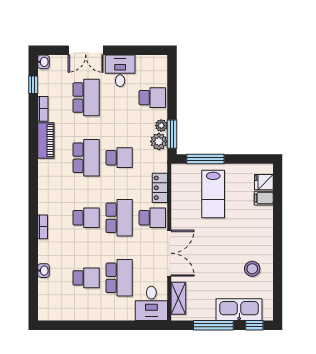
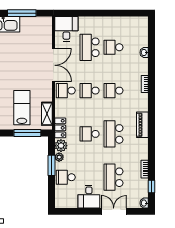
window: (172, 134) -> (52, 165), moved
piano: (46, 141) -> (142, 125), moved
locker: (160, 188) -> (60, 128), moved
school desk: (119, 218) -> (90, 91), width x0.54
double door: (169, 253) -> (53, 65), swing flipped
shelving: (178, 298) -> (47, 114), moved

